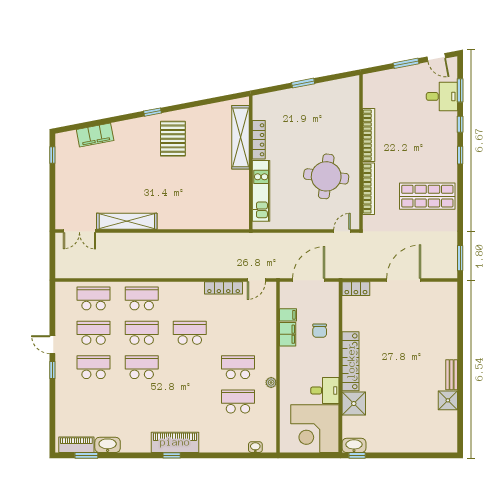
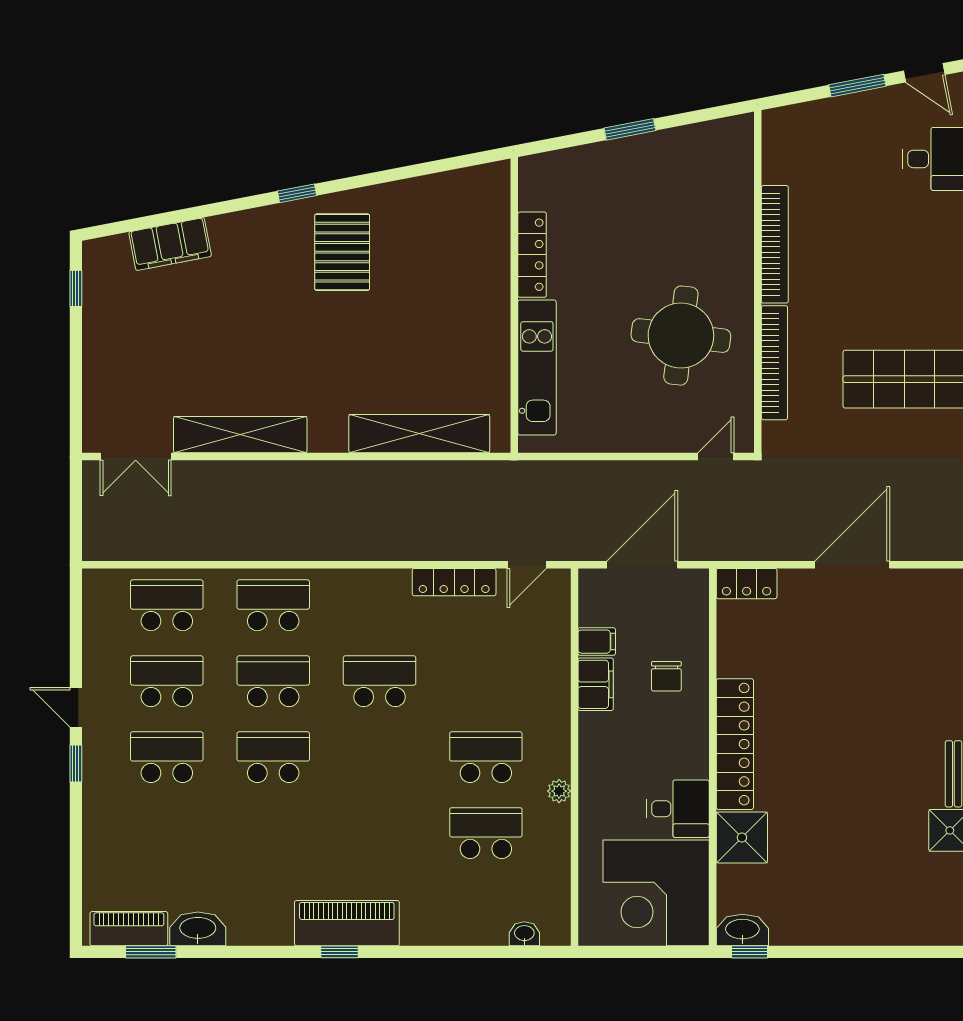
shelving: (240, 137) -> (419, 434), moved, turned 90

